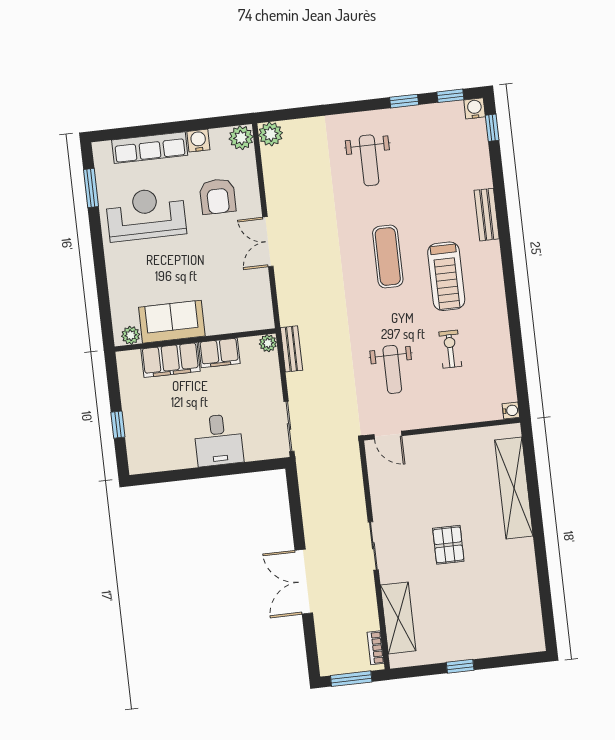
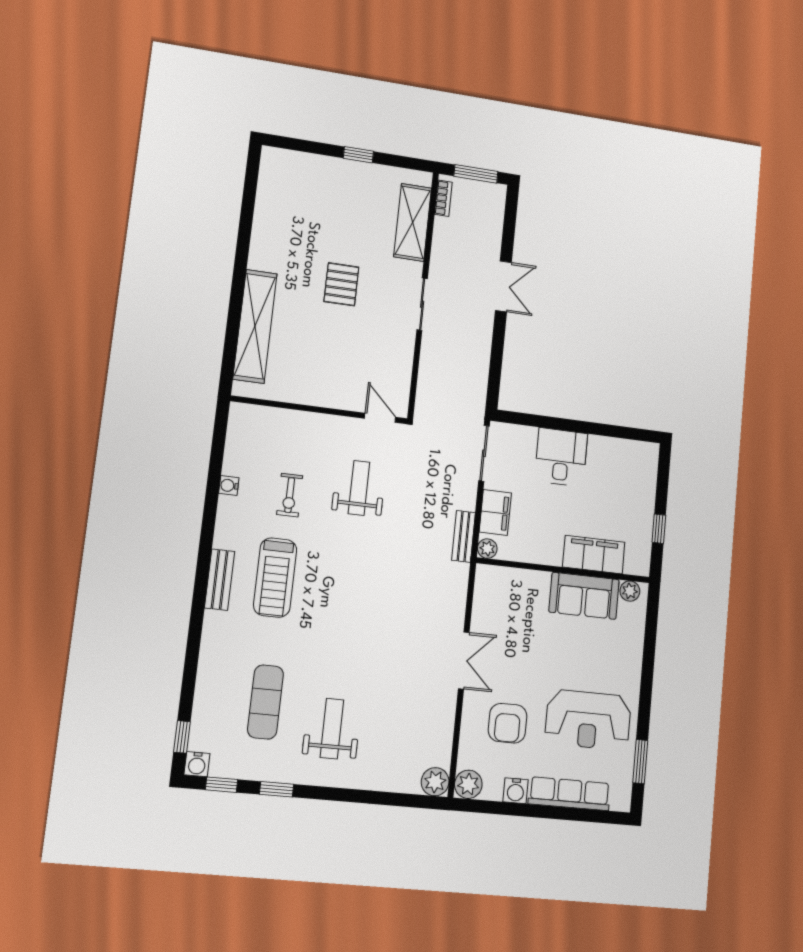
armchair: (218, 196) -> (508, 723), turned 180
bench: (487, 215) -> (220, 580), moved
exercise mat: (388, 256) -> (266, 702), moved
treadmill: (446, 276) -> (275, 578), turned 180
filing cabinet: (219, 353) -> (495, 512), moved, turned 90
water cooler: (511, 411) -> (229, 486), moved
window: (118, 425) -> (659, 529), moved
double door: (304, 582) -> (503, 286), width x0.73

